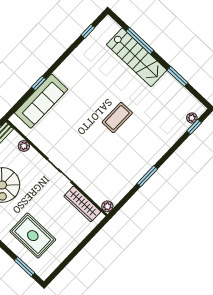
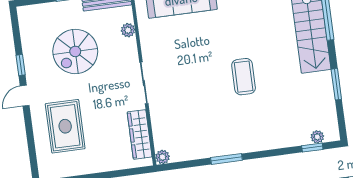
coffee table: (117, 118) -> (244, 77), turned 90
window: (25, 267) -> (32, 150), removed

